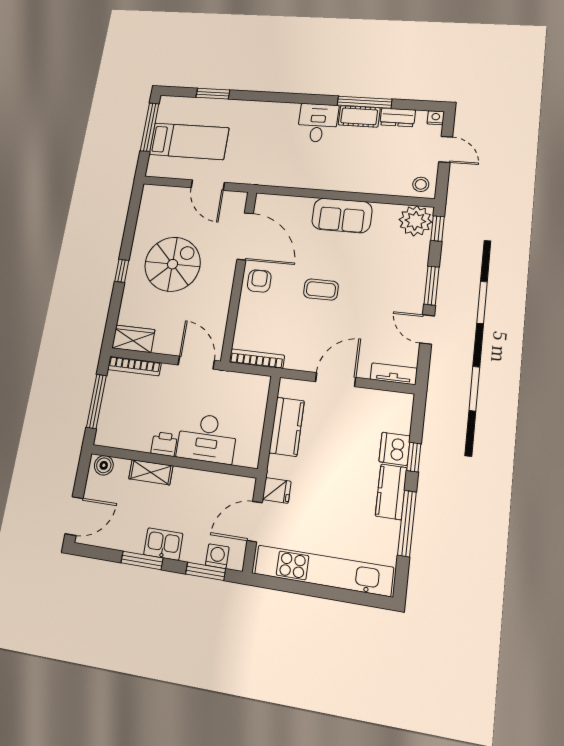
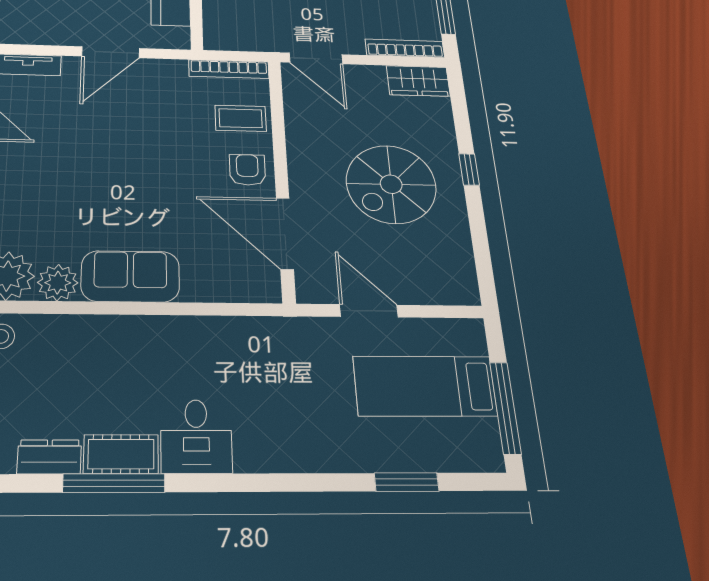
plant: (385, 214) -> (58, 283), added
armchair: (259, 281) -> (247, 170), turned 180
coffee table: (321, 290) -> (241, 118), moved

